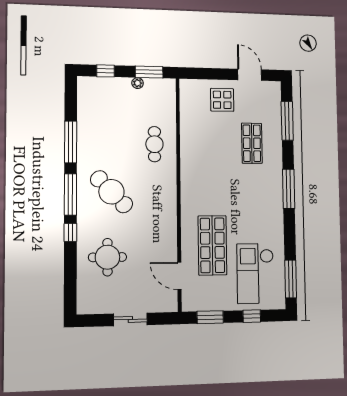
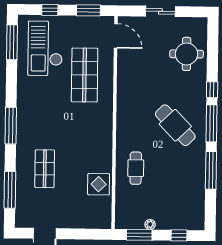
display table: (222, 100) -> (99, 184), moved
round table: (107, 257) -> (187, 54), moved
checkout: (255, 273) -> (45, 48), turned 180
door: (179, 276) -> (116, 36), moved

